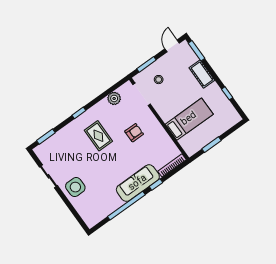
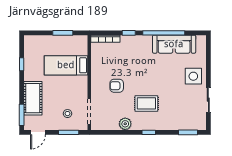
cot: (202, 74) -> (33, 98), width x1.37, depth x1.34
plant: (114, 98) -> (125, 124), moved
rug: (98, 136) -> (146, 103), turned 90
sofa: (138, 183) -> (174, 44), moved

